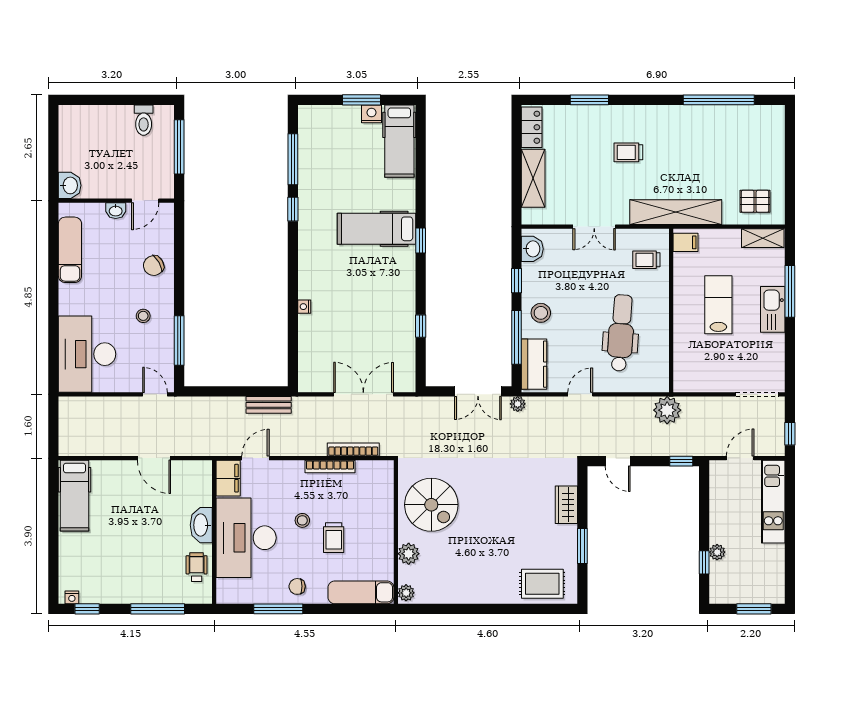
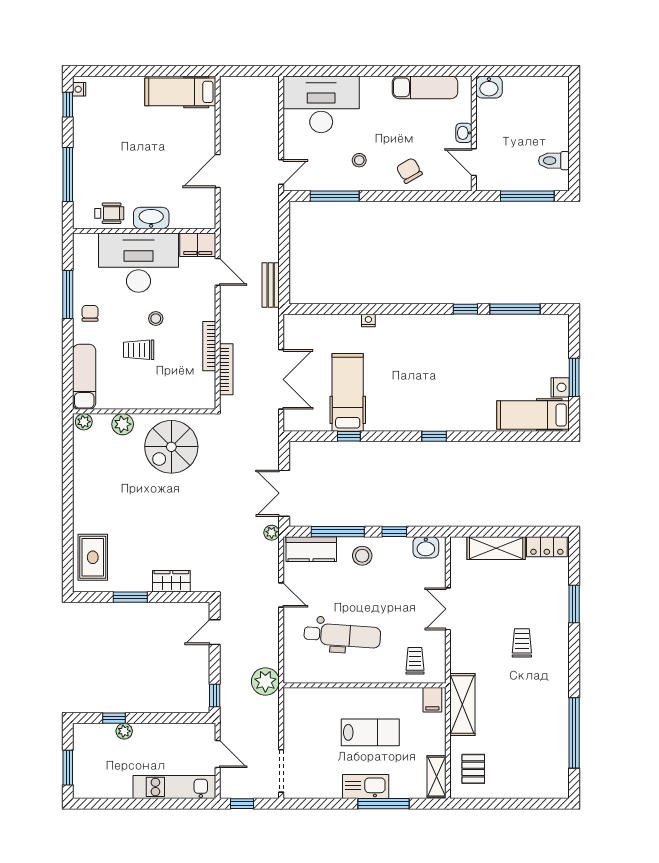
shelving: (676, 212) -> (462, 705), width x0.68
hospital bed: (377, 229) -> (348, 392), moved

